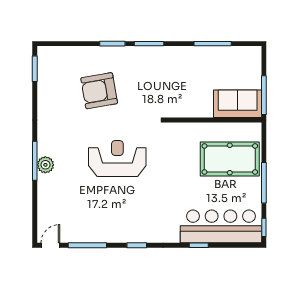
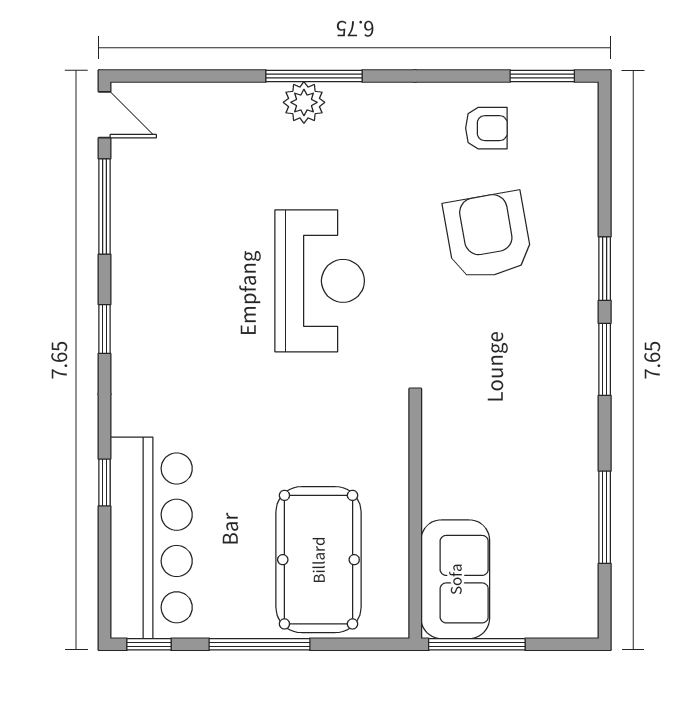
armchair: (56, 91) -> (486, 128), added

